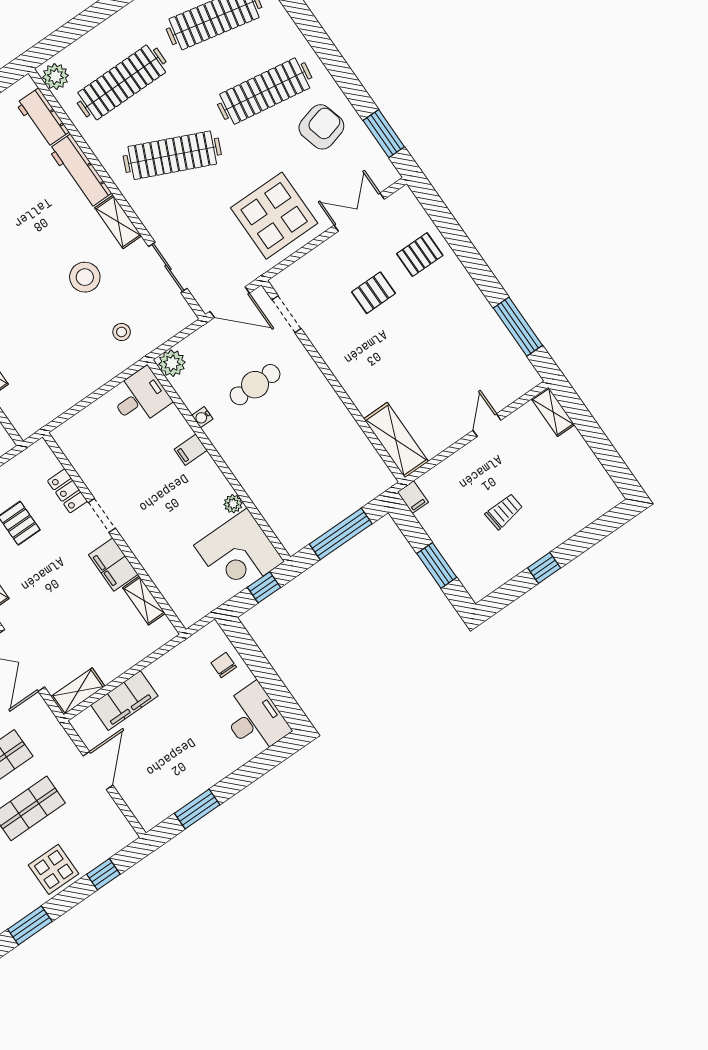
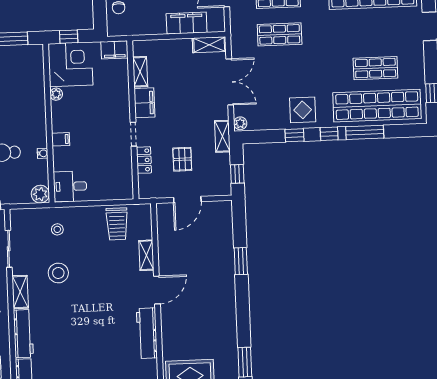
trolley: (50, 388) -> (117, 224), added
filing cabinet: (195, 608) -> (115, 50), added

